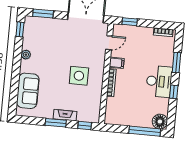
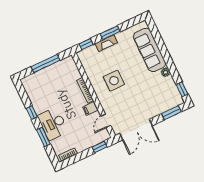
desk: (159, 81) -> (53, 124), moved
sofa: (28, 91) -> (149, 50), width x1.36
floor lamp: (160, 122) -> (29, 83), removed
window: (145, 131) -> (46, 63), moved

